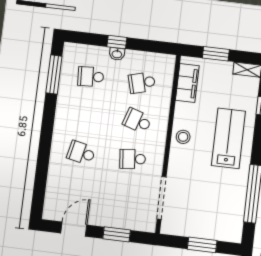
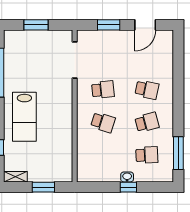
school desk: (142, 83) -> (147, 122), moved
filing cabinet: (187, 83) -> (65, 159), removed
stool: (183, 137) -> (63, 113), removed

